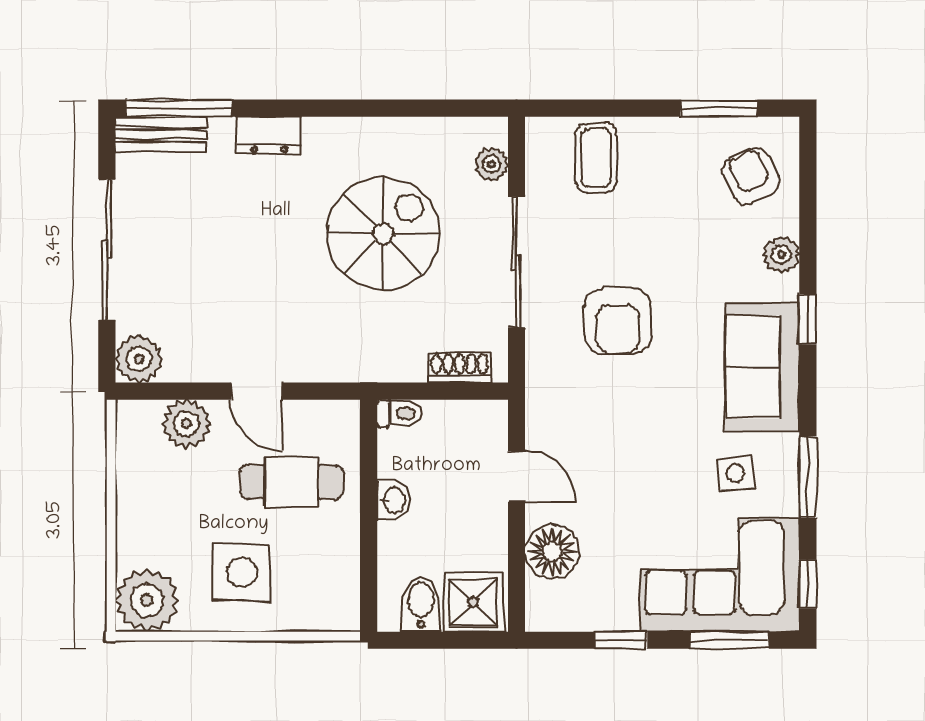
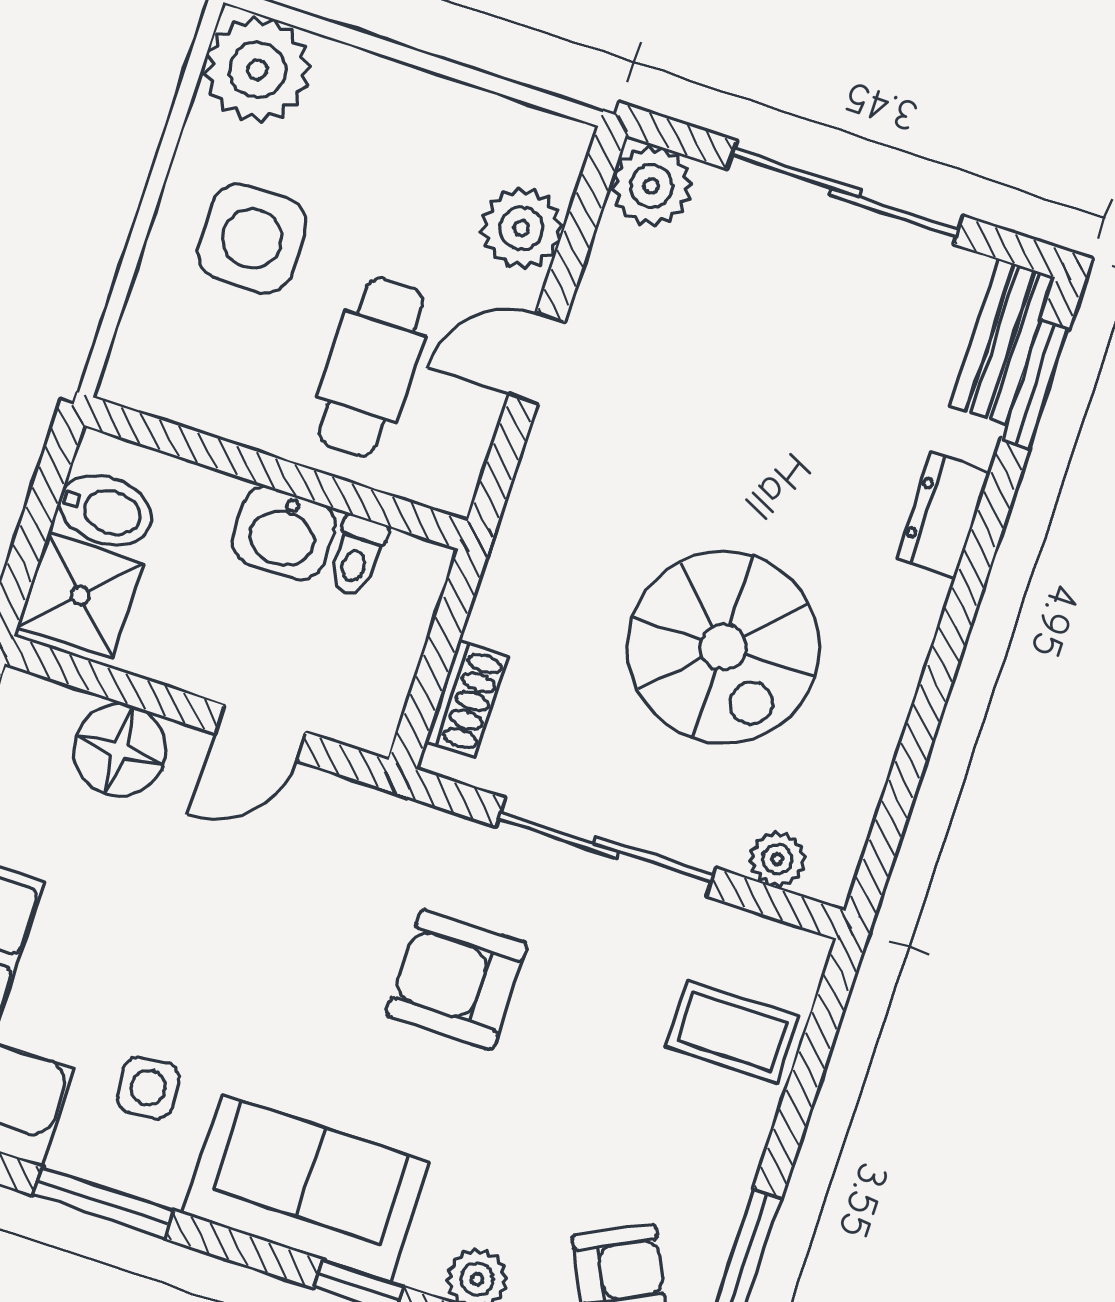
window: (179, 108) -> (1035, 384), width x0.69
toilet: (400, 413) -> (357, 556), moved
washbasin: (393, 500) -> (284, 533), width x1.38, depth x1.45

